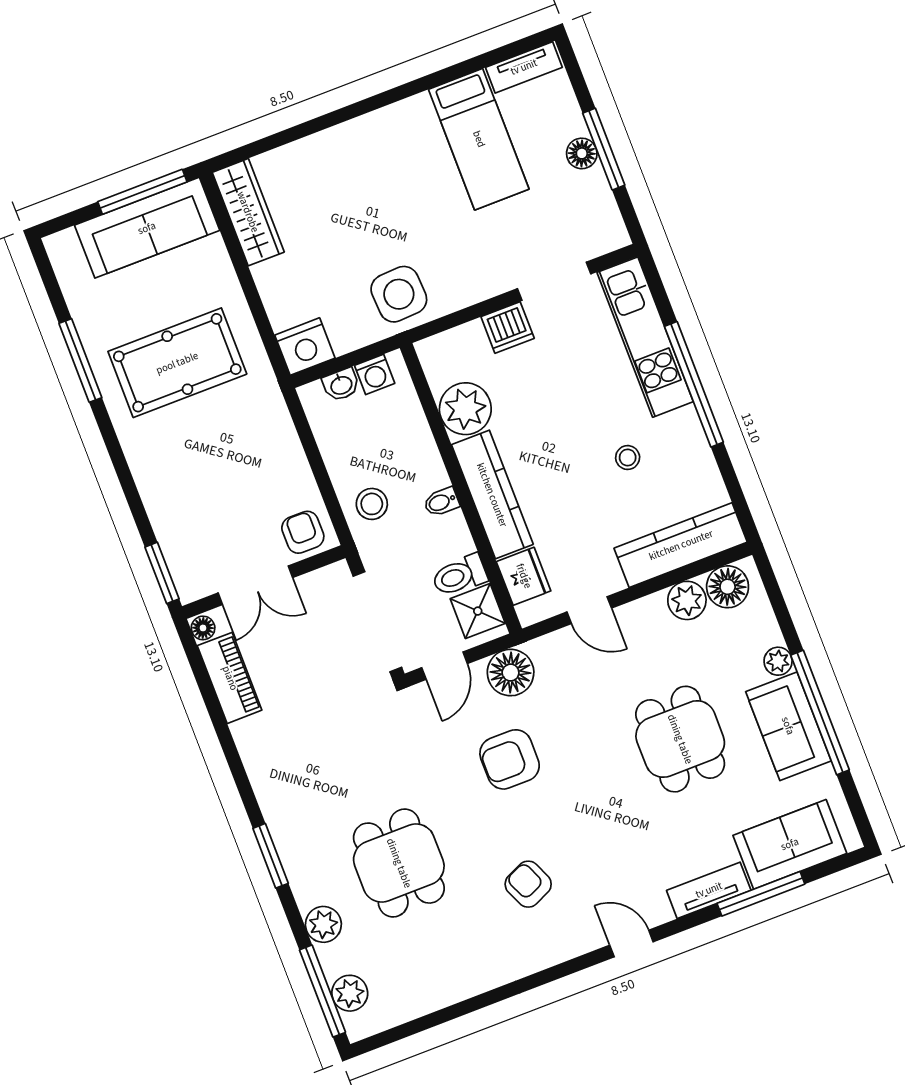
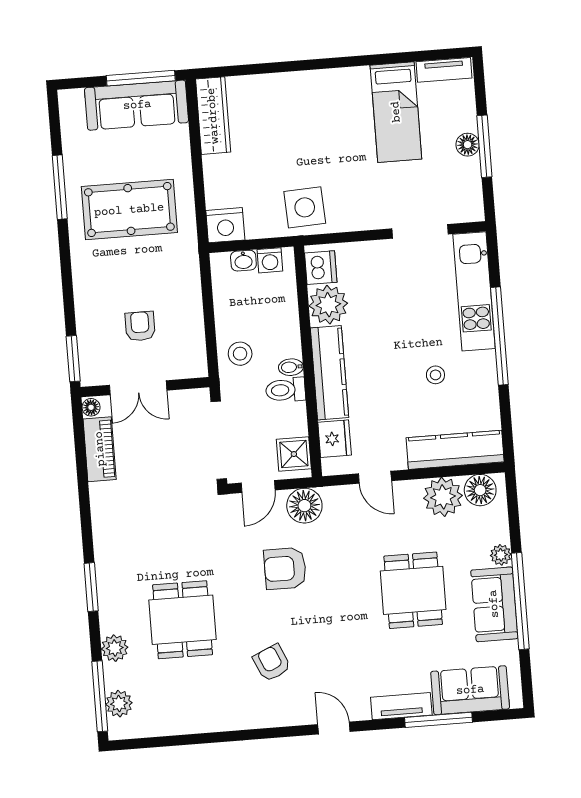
dishwasher: (508, 328) -> (321, 268), moved, turned -90
armchair: (303, 532) -> (140, 326), moved
toilet: (459, 575) -> (286, 390), moved
plant: (687, 600) -> (443, 497), width x1.36, depth x1.36

